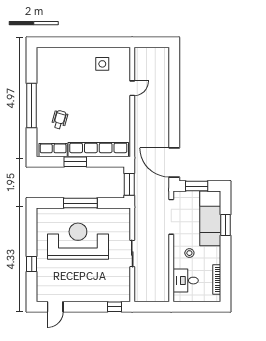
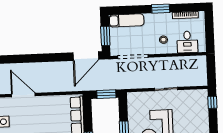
door: (132, 88) -> (23, 95), width x1.87
exam couch: (210, 218) -> (126, 20), width x0.73, depth x0.69
window: (225, 225) -> (161, 9), moved

